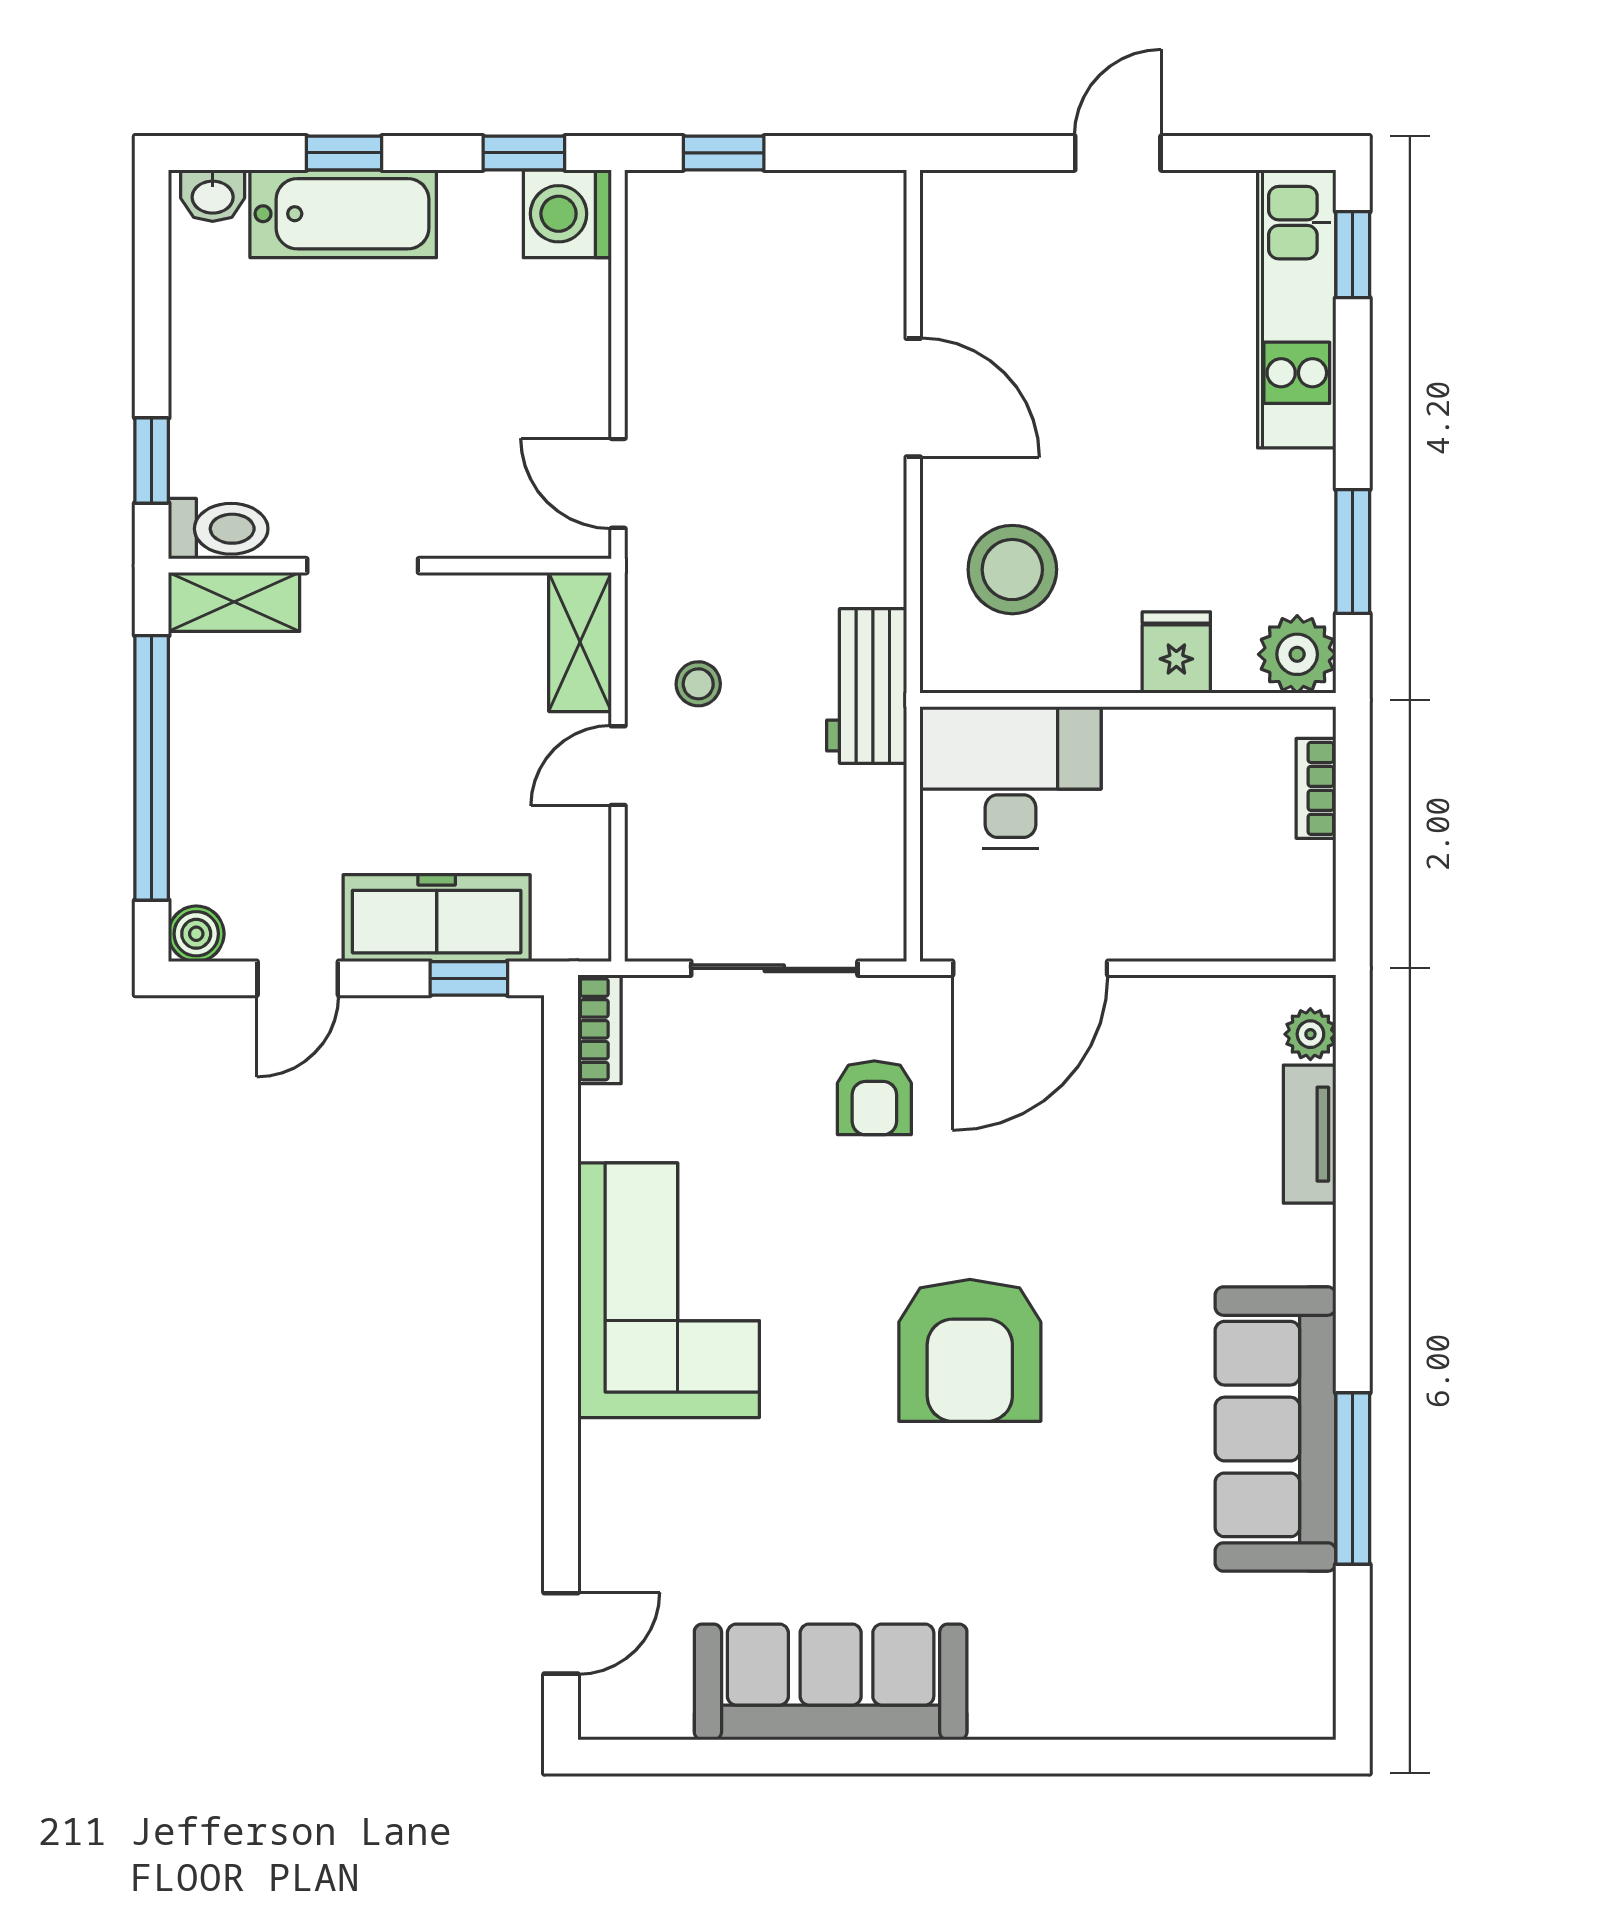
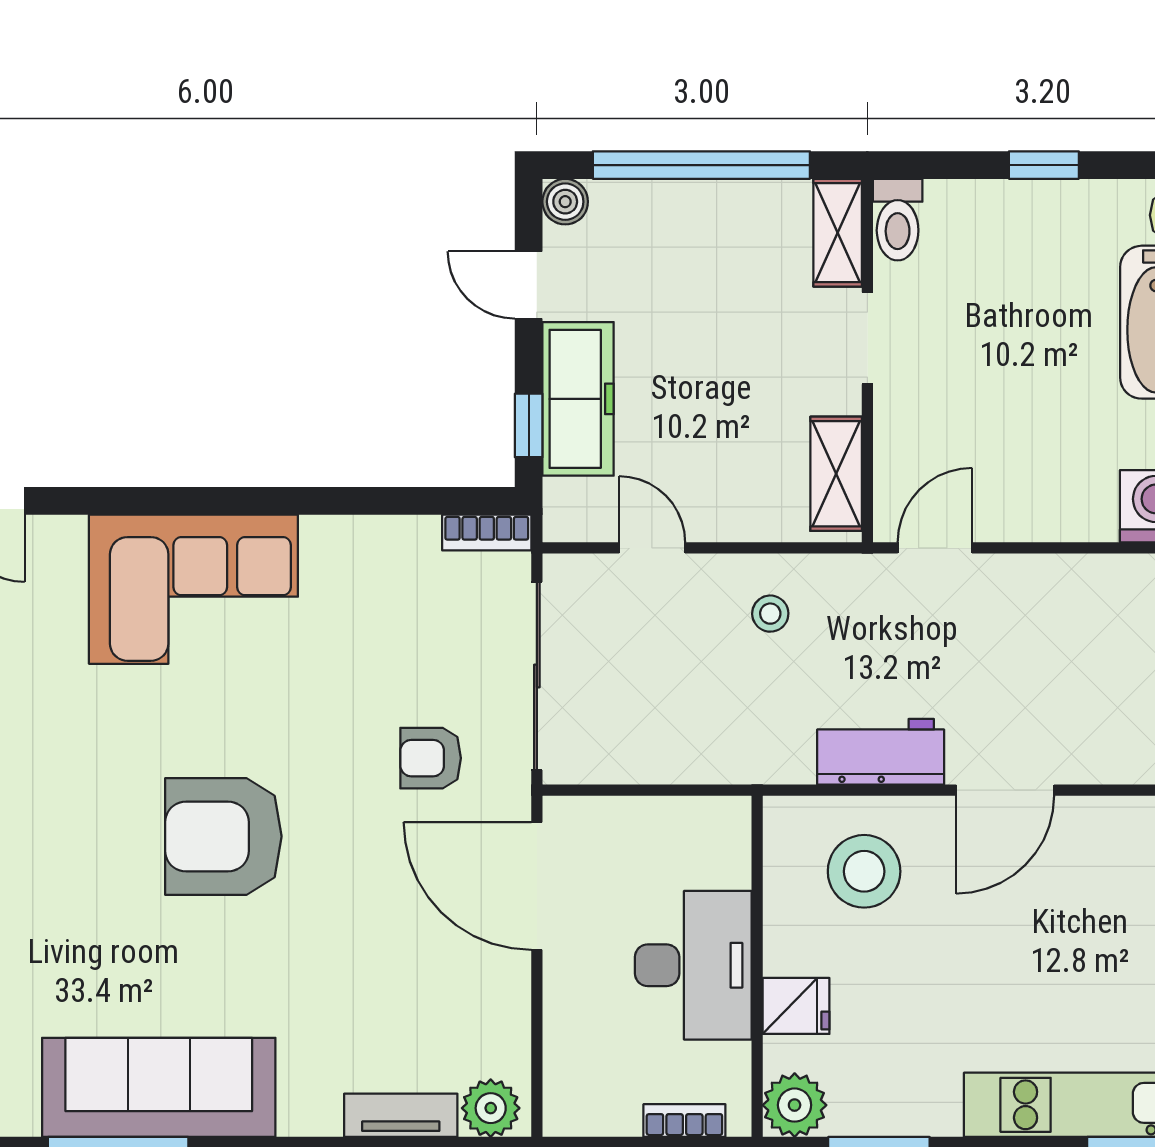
window: (152, 460) -> (1044, 165), moved
shelving: (580, 642) -> (836, 474), moved, turned 90
workbench: (867, 686) -> (881, 752), moved
door: (618, 766) -> (652, 548), moved
desk: (1010, 778) -> (693, 965), moved
sliding door: (774, 968) -> (537, 676), width x1.37
plant: (1310, 1034) -> (491, 1108), width x1.38, depth x1.38
corner sofa: (669, 1290) -> (193, 589), moved

